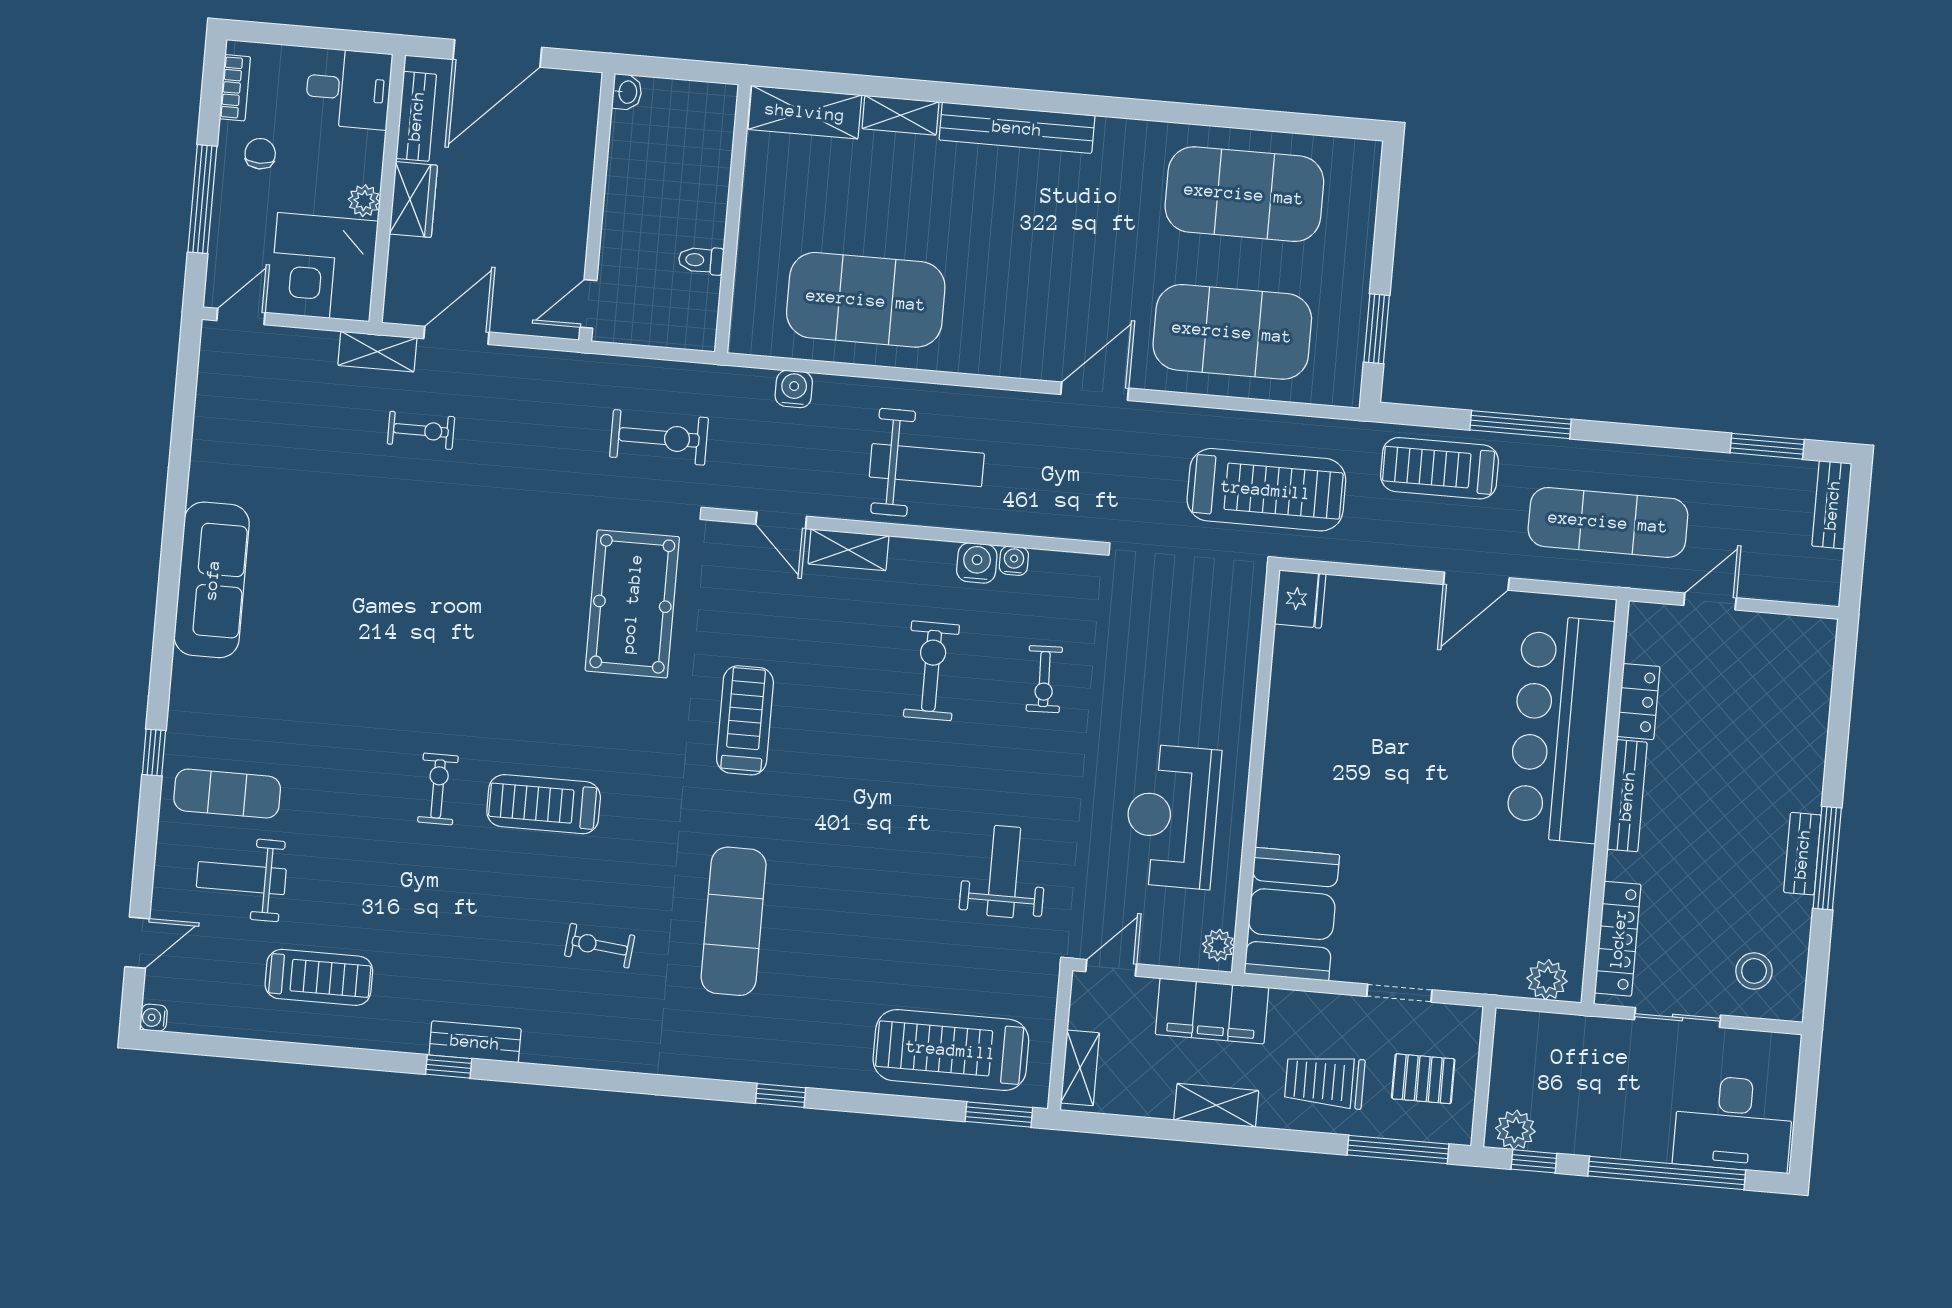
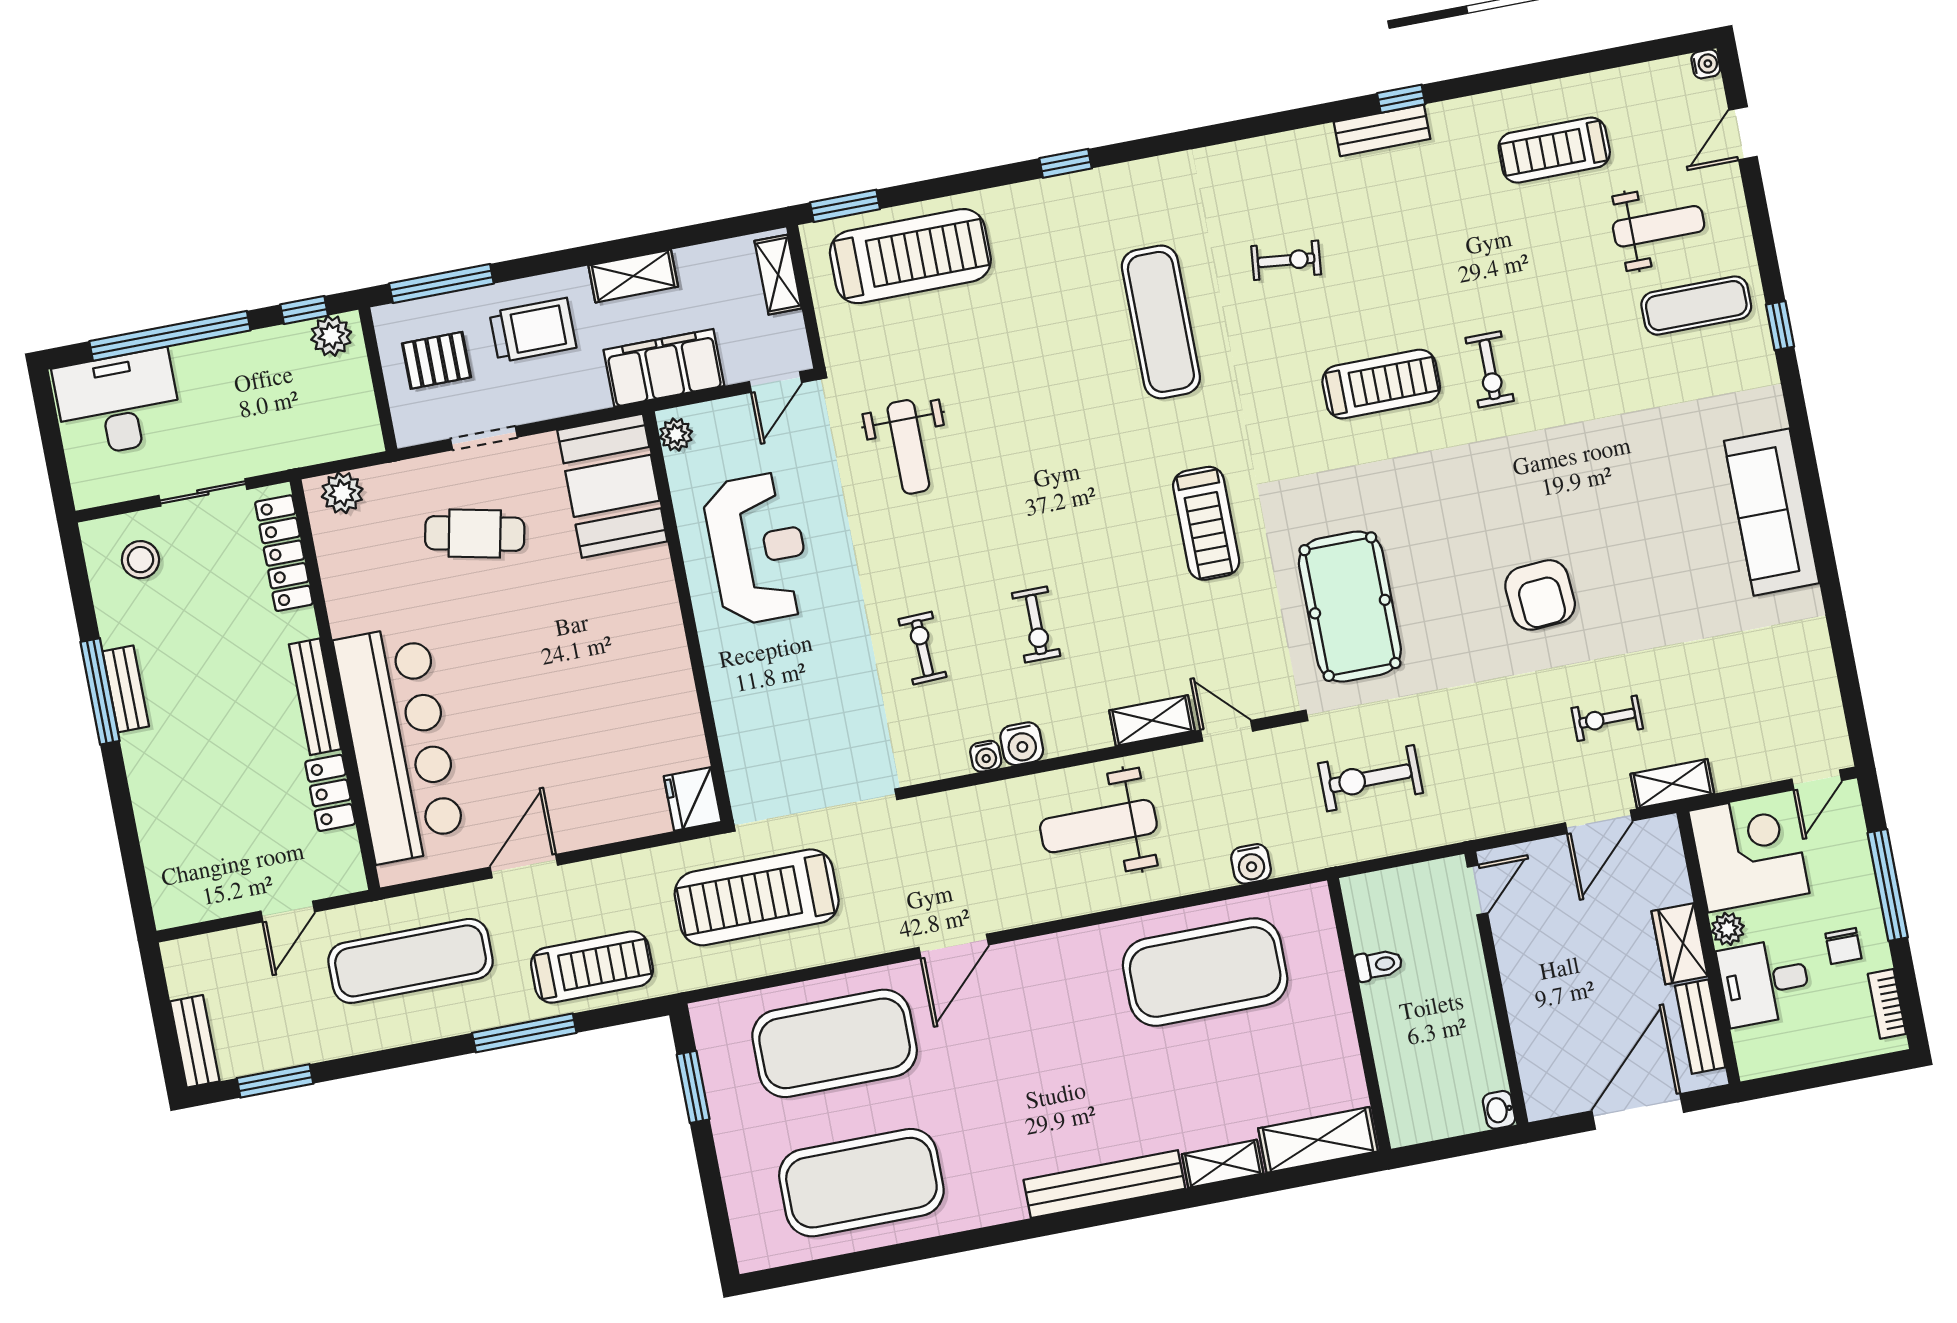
desk: (349, 89) -> (1764, 982), moved
armchair: (451, 564) -> (1540, 595), added
exercise bike: (931, 671) -> (1036, 625), width x0.73, depth x0.72
cafe table: (1434, 906) -> (475, 533), added

